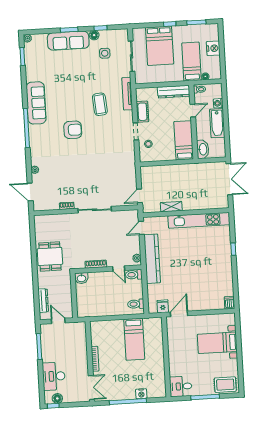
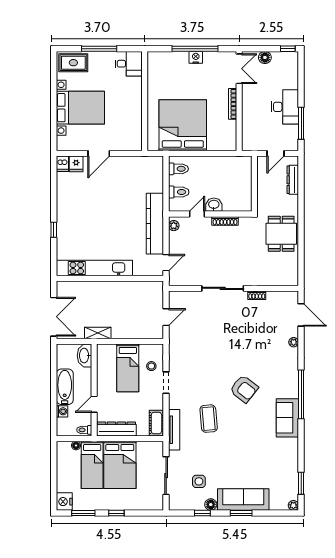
bed: (160, 46) -> (120, 465), moved, turned 180
nightstand: (213, 48) -> (64, 502), moved
sofa: (36, 103) -> (287, 418), width x0.73
cot: (142, 112) -> (156, 423), moved
armchair: (73, 130) -> (244, 389), turned -142
bed: (184, 140) -> (128, 368), moved
double door: (229, 179) -> (54, 317), swing flipped
door: (140, 196) -> (166, 317), moved
shelving: (171, 207) -> (98, 333), moved
door: (119, 268) -> (197, 214), hinge flipped
toilet: (134, 275) -> (179, 192), moved
washbasin: (81, 278) -> (214, 205), moved
fridge: (163, 306) -> (76, 164), moved
door: (179, 314) -> (99, 153), moved
door: (58, 321) -> (275, 153), hinge flipped
bed: (134, 339) -> (183, 125), width x2.04
bed with nightstands: (217, 343) -> (80, 108), width x1.36
desk: (54, 376) -> (285, 107), moved
double door: (91, 387) -> (239, 69), swing flipped
nightstand: (141, 394) -> (196, 57), moved
floor lamp: (57, 398) -> (265, 57), moved

